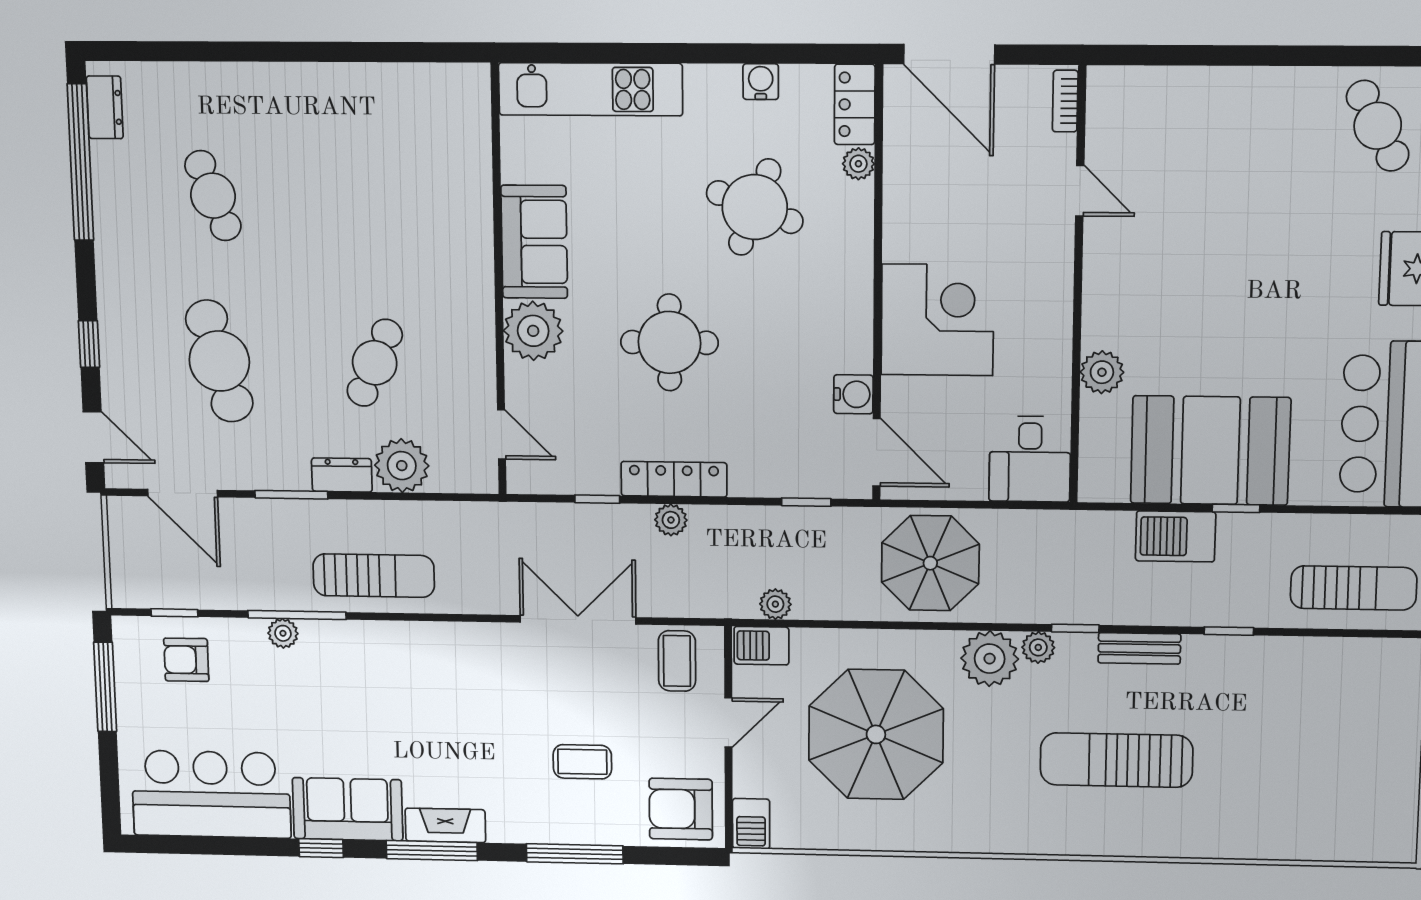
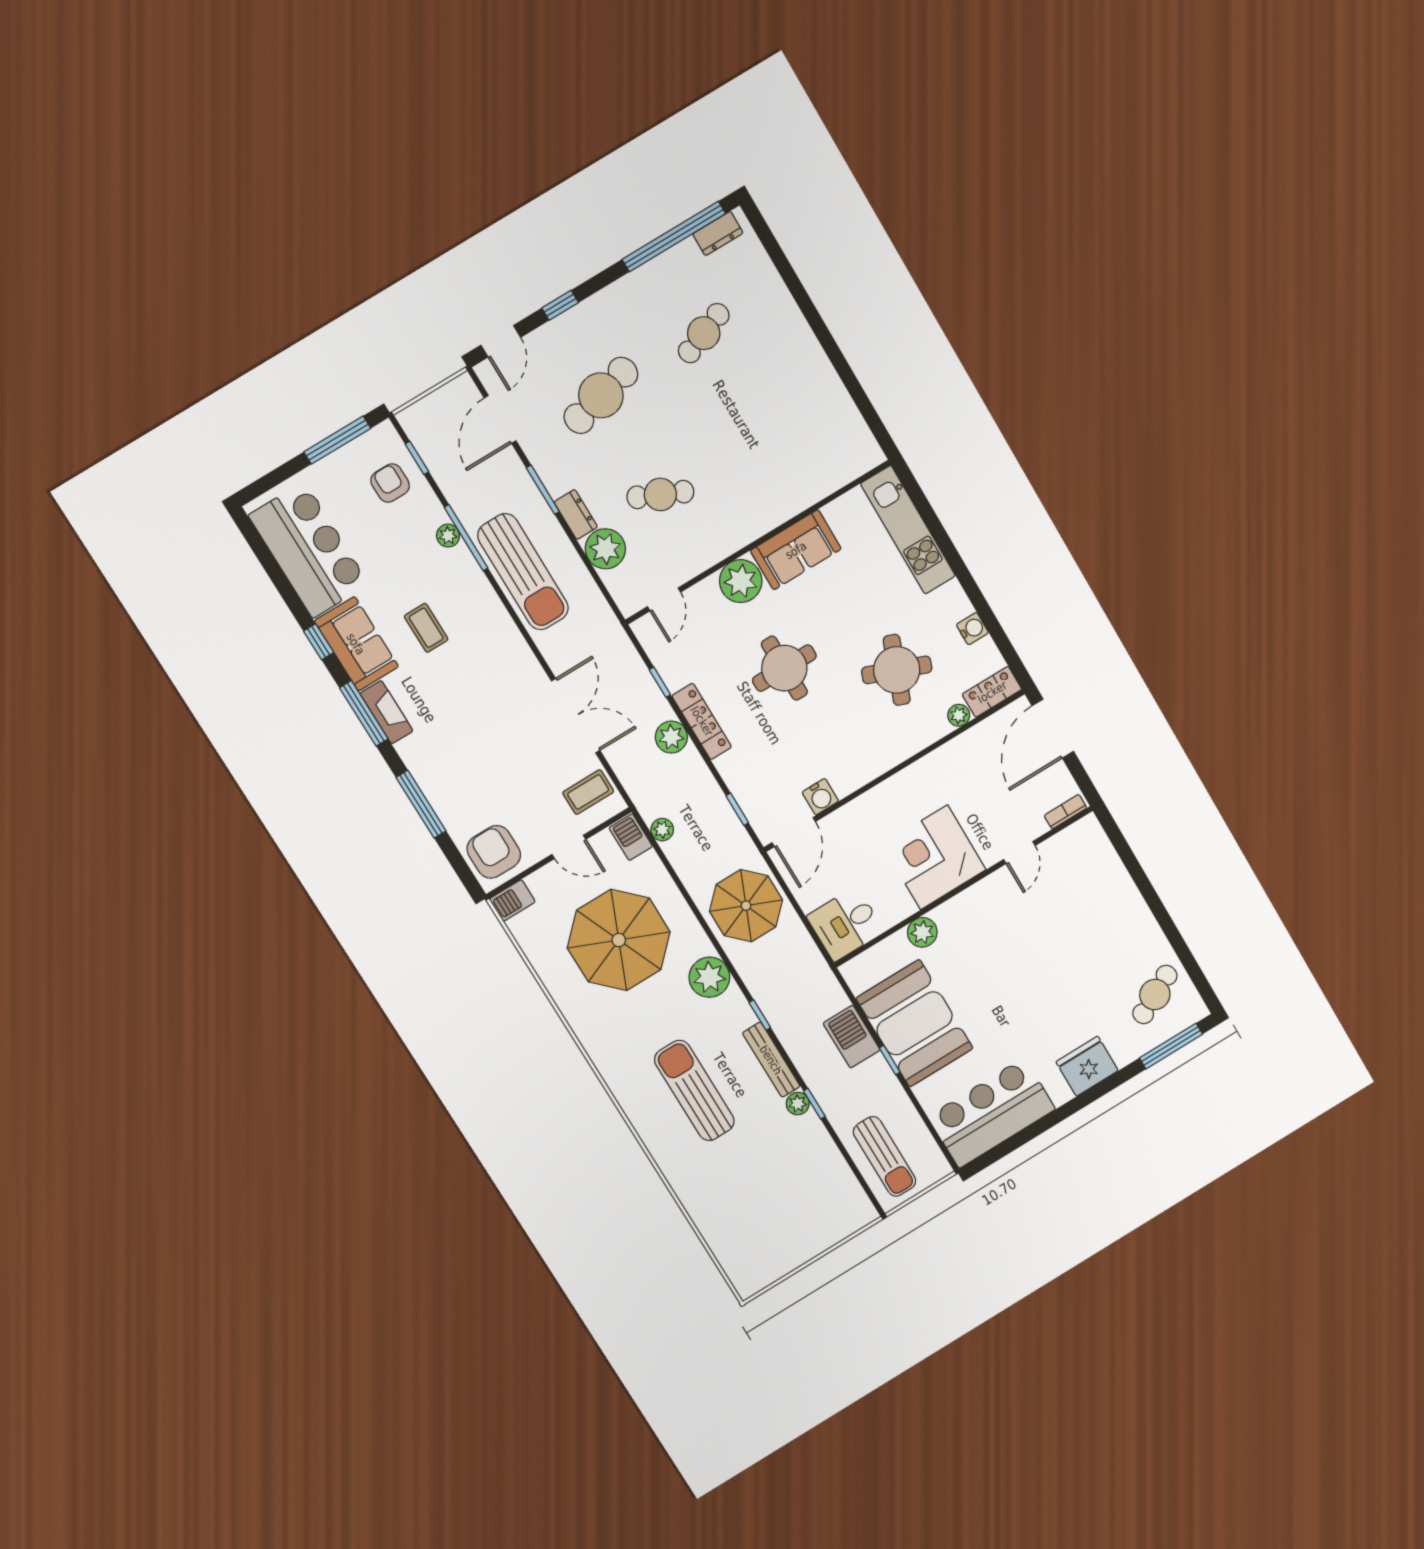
corner desk: (937, 320) -> (934, 857), moved, turned 180
plant: (671, 520) -> (671, 737), width x1.38, depth x1.38
sun lounger: (374, 576) -> (523, 572), width x1.36, depth x1.34
plant: (1038, 647) -> (798, 1104), moved
bench: (1139, 648) -> (771, 1060), width x1.36
coffee table: (582, 762) -> (426, 628), moved

